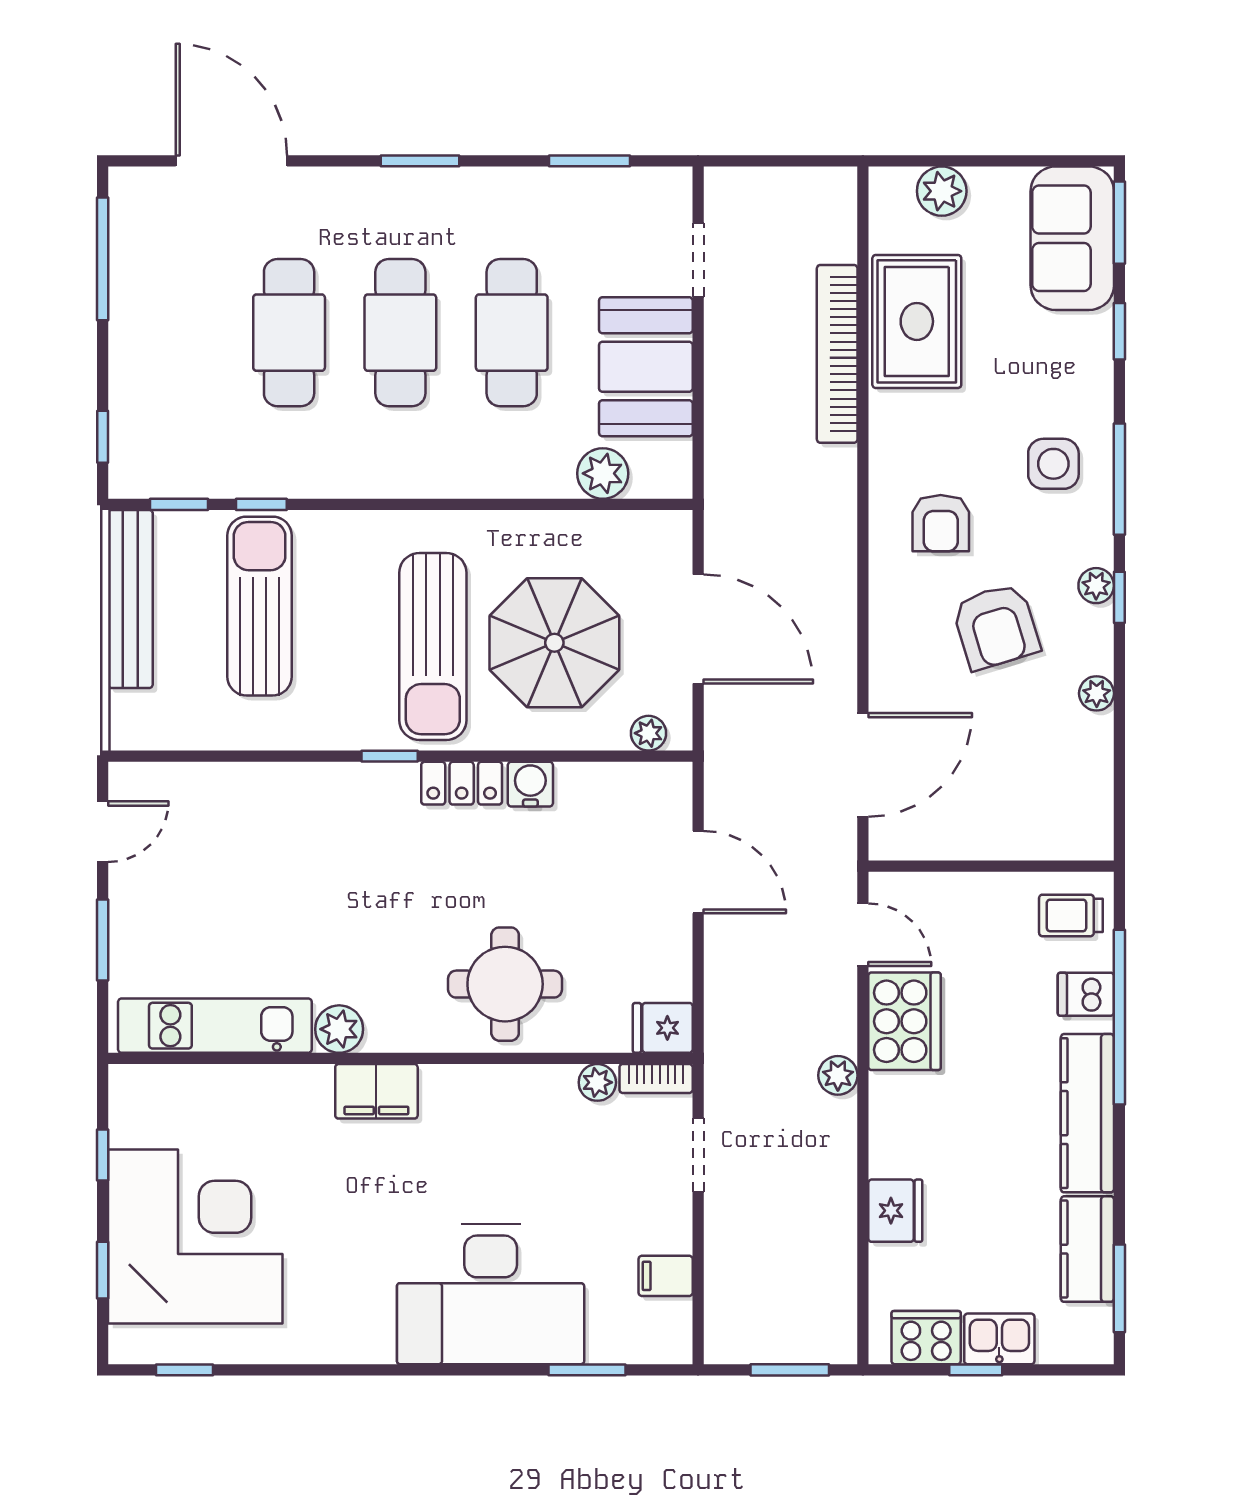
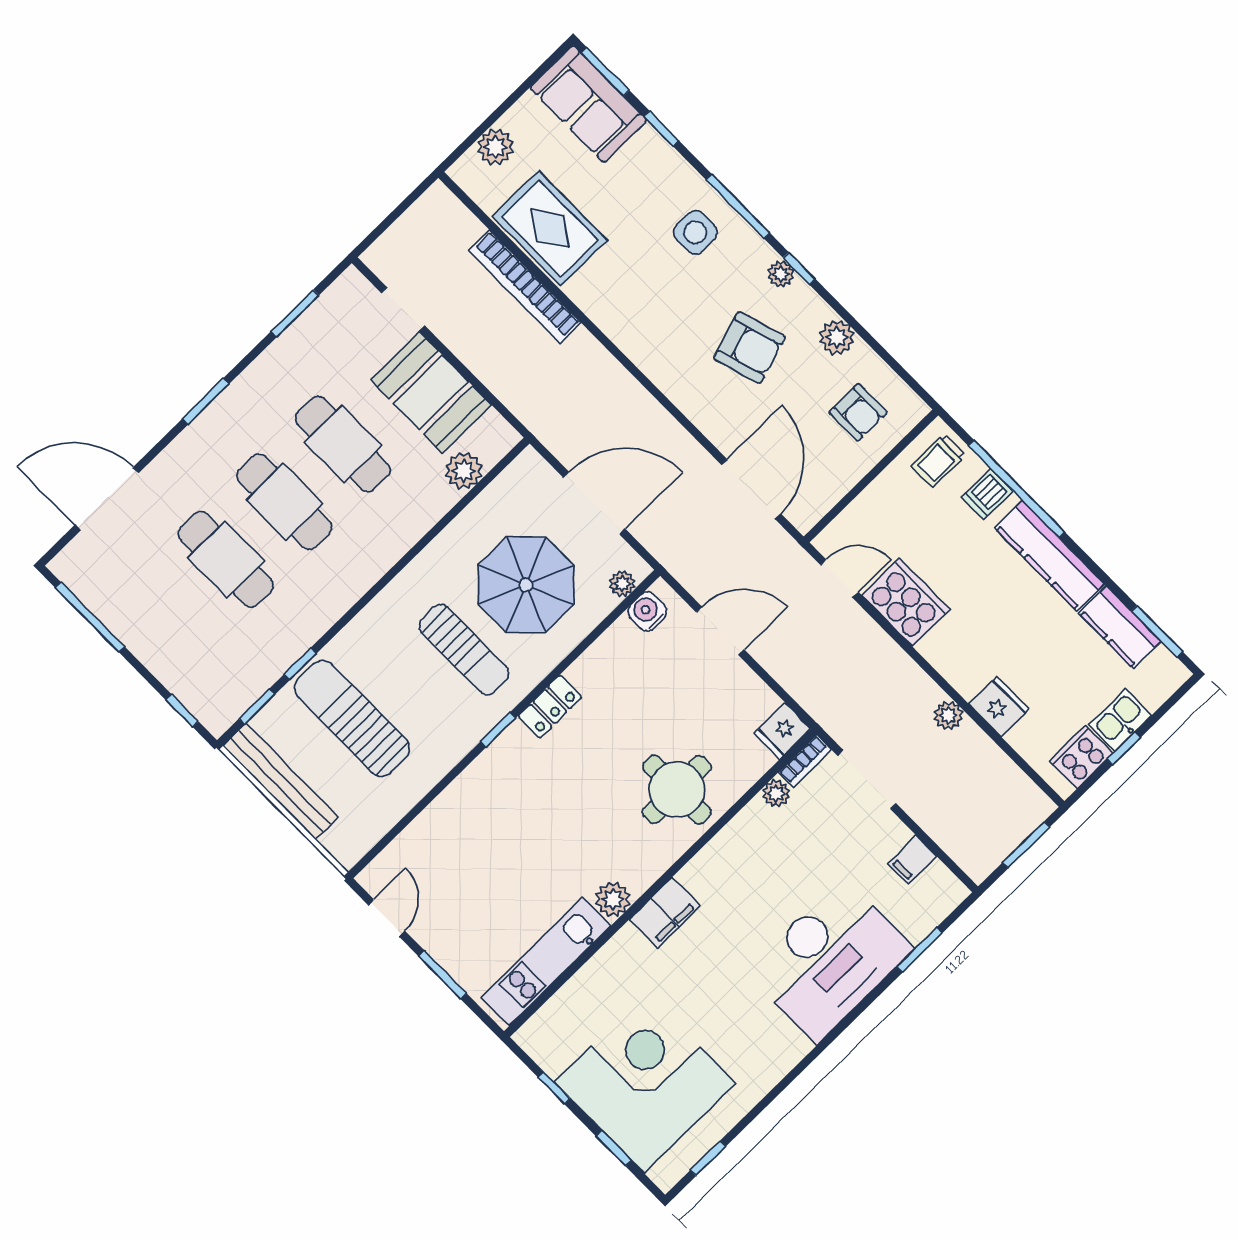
armchair: (941, 523) -> (858, 412), moved
sun lounger: (433, 646) -> (464, 650), width x0.73, depth x0.75
plant: (1097, 693) -> (837, 337), width x1.38, depth x1.38
water cooler: (530, 784) -> (647, 612), moved
plant: (838, 1075) -> (948, 715), moved
doorway: (698, 1155) -> (867, 779), width x1.38

